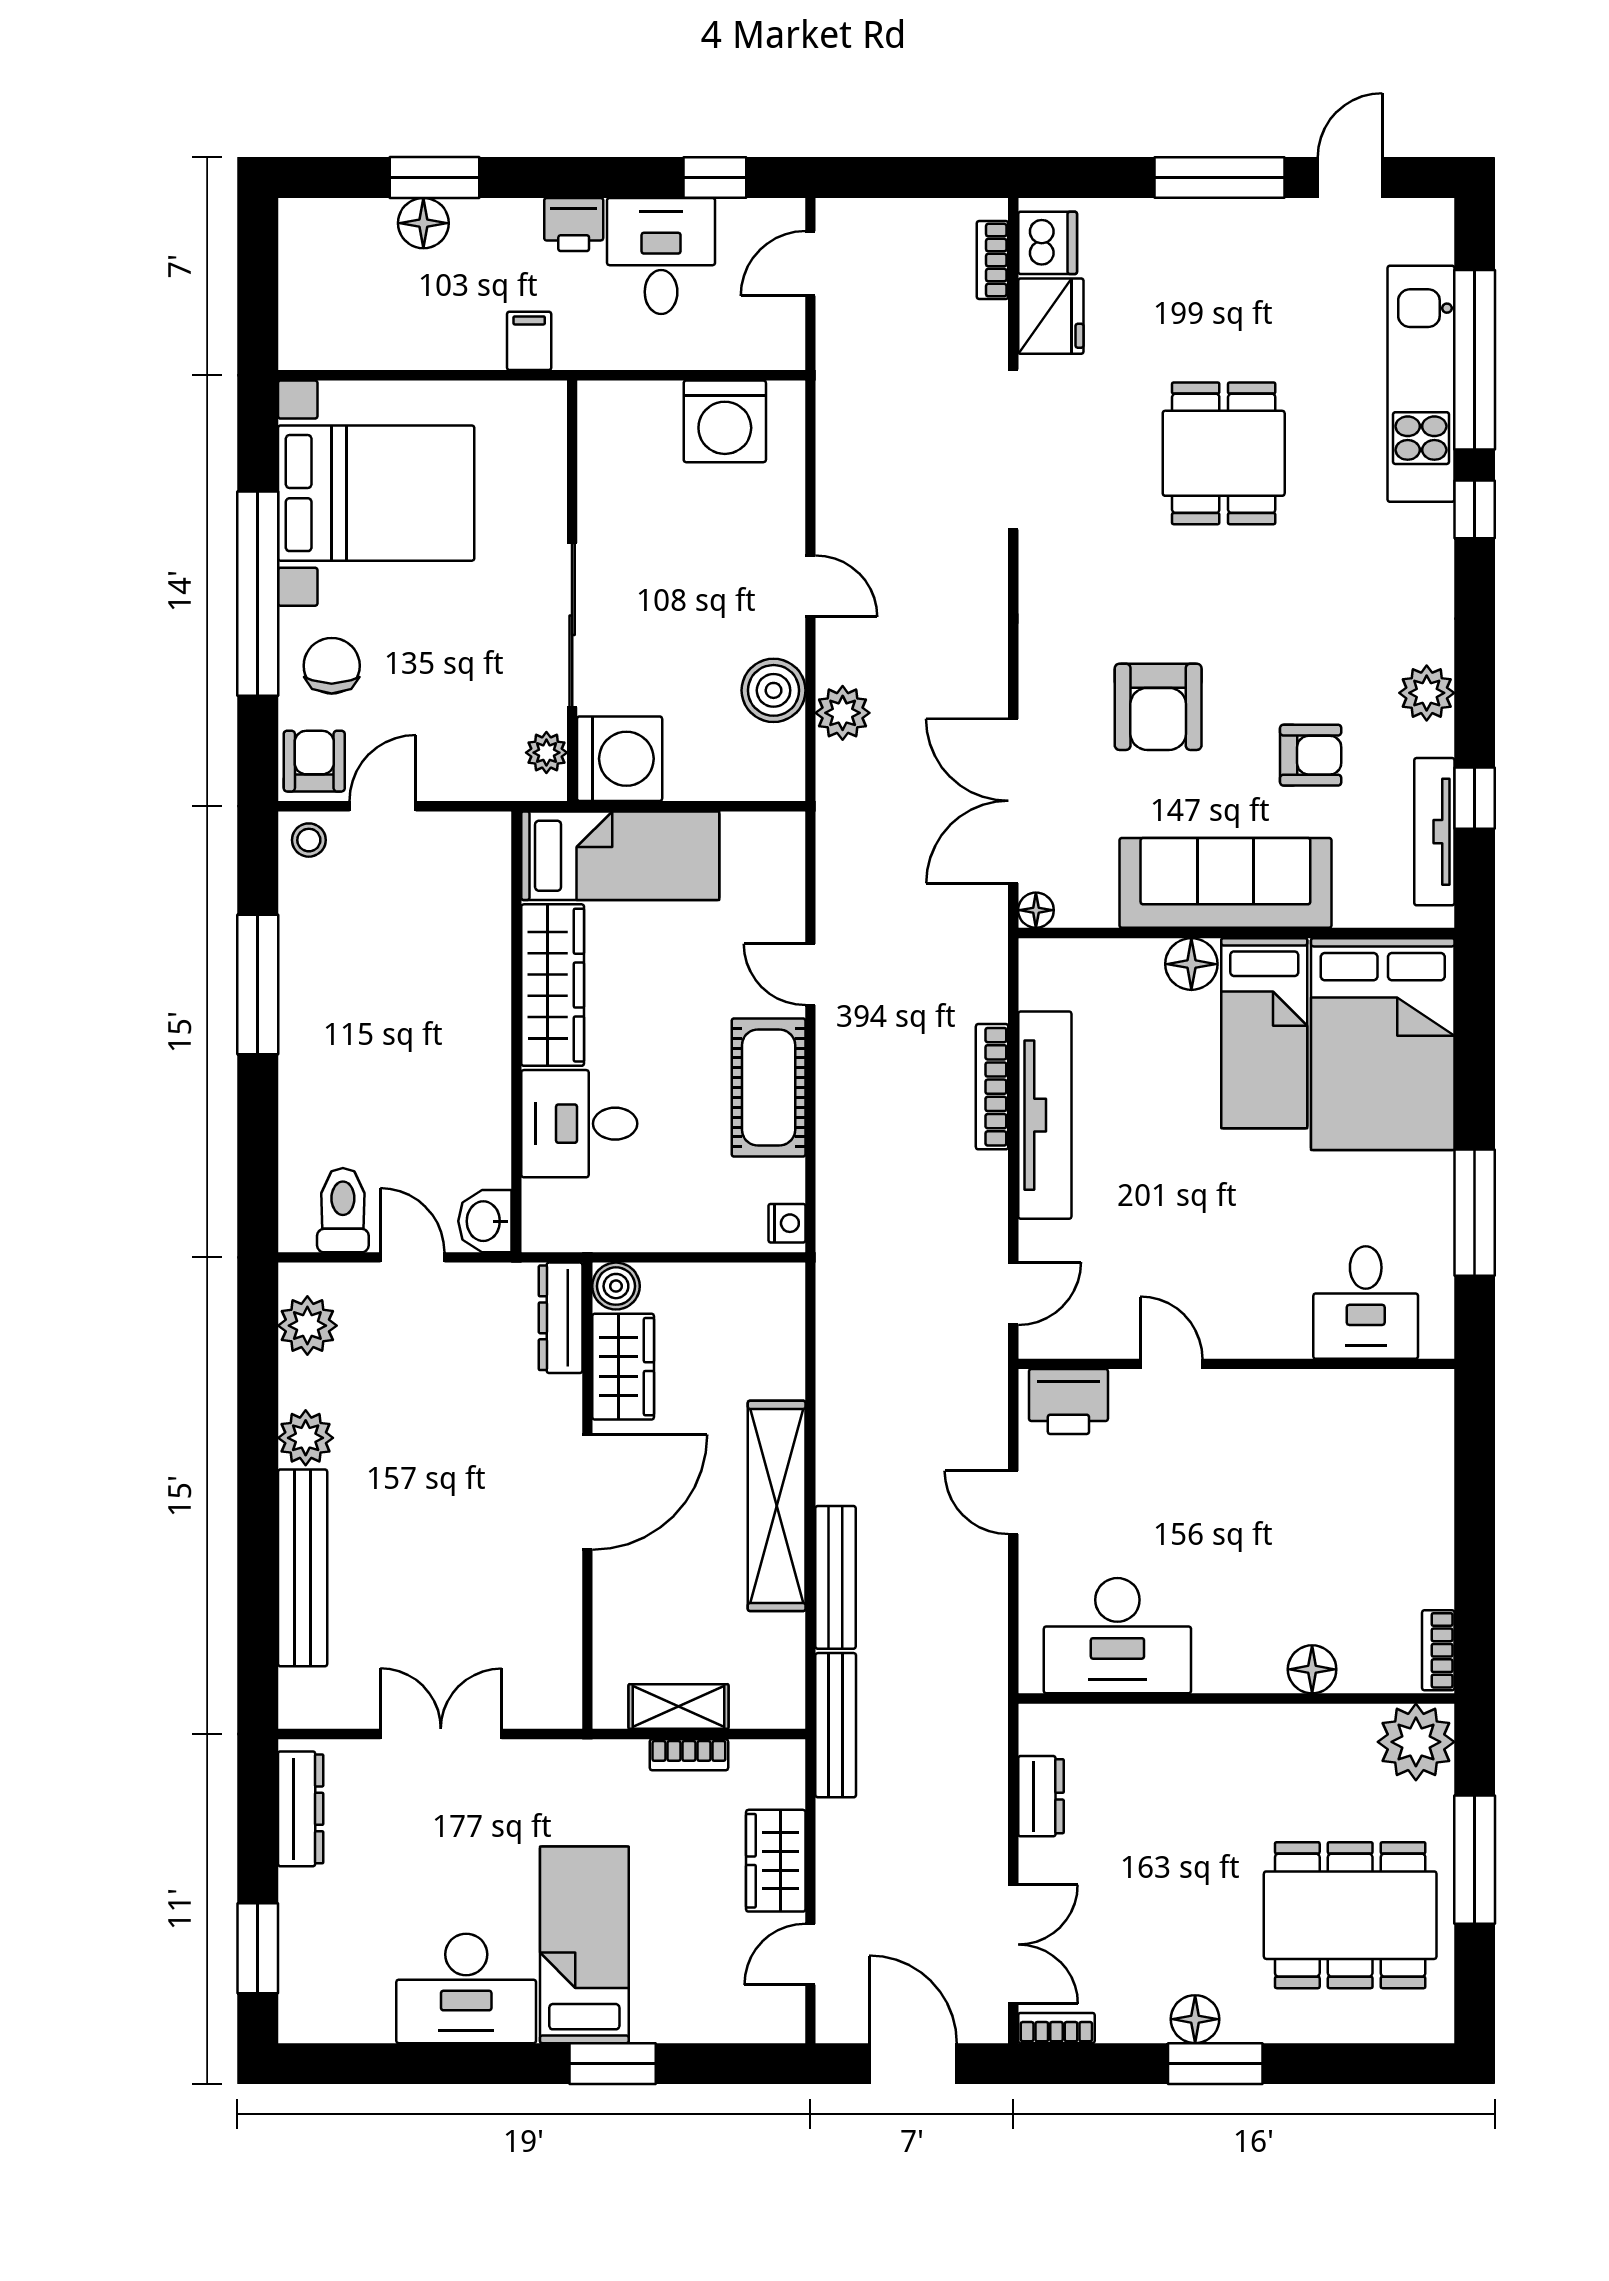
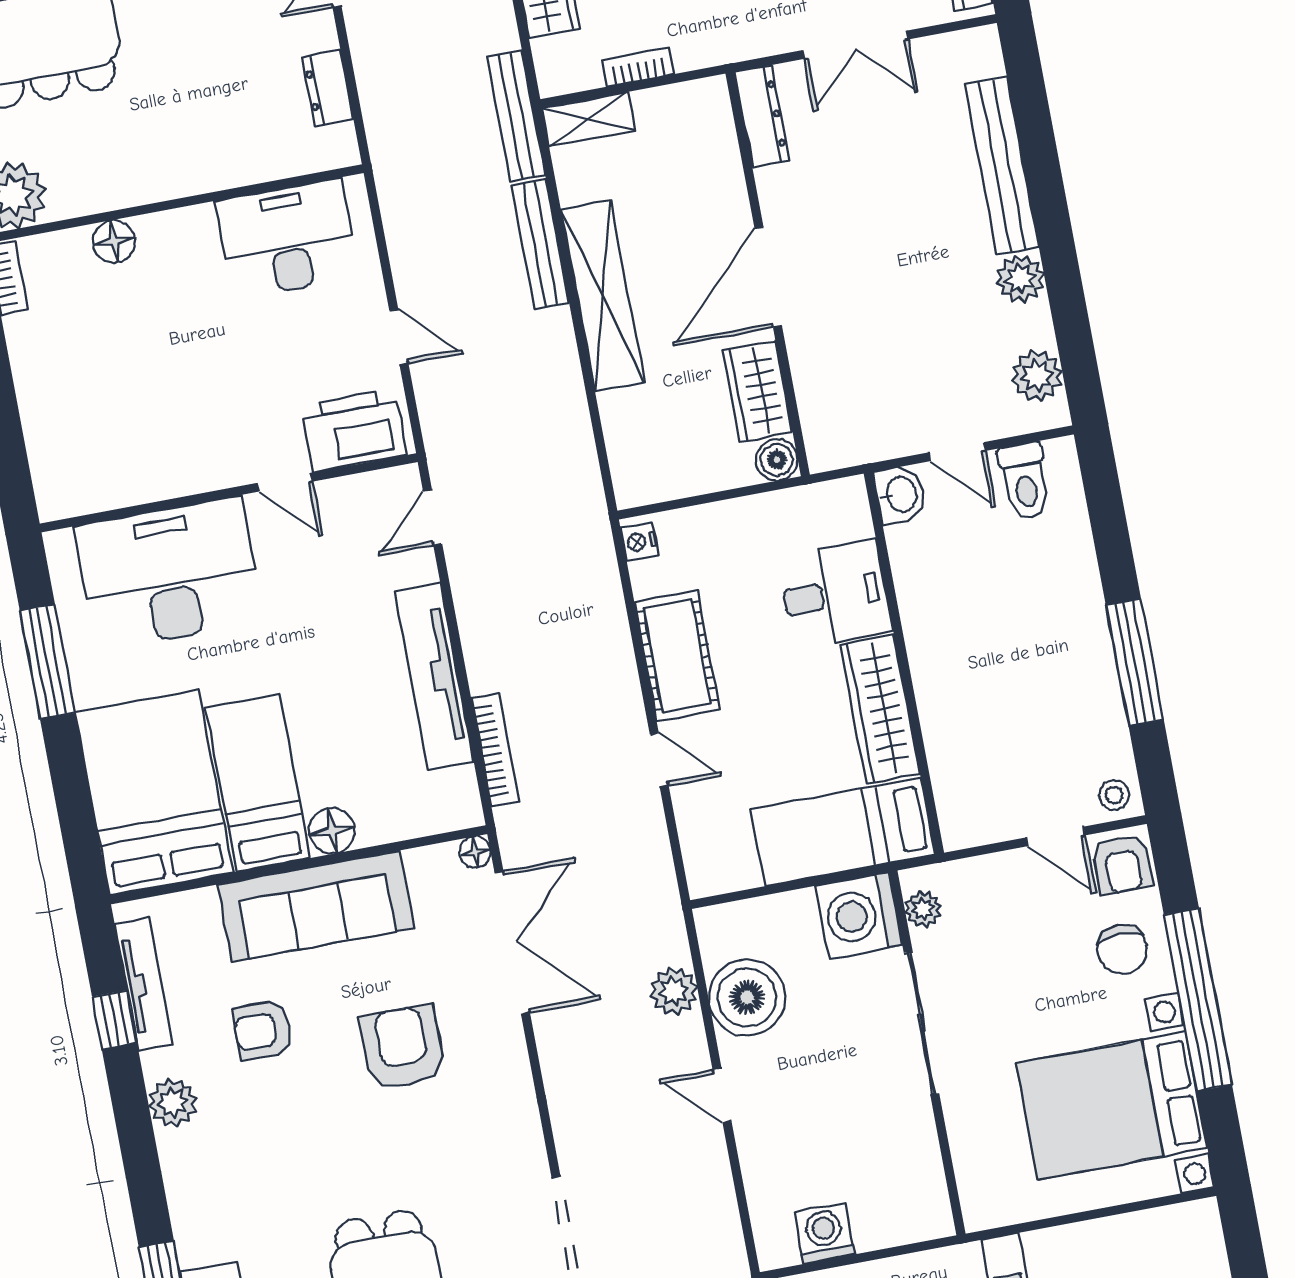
washing machine: (725, 421) -> (824, 1233), width x0.73, depth x0.73
boiler: (774, 690) -> (747, 998), width x1.37, depth x1.37
door: (383, 806) -> (1056, 836), hinge flipped
bookcase: (992, 1087) -> (495, 750), moved
desk: (1366, 1302) -> (169, 574), width x1.87, depth x1.30
dresser: (561, 1318) -> (762, 116), moved
printer: (1068, 1402) -> (354, 430), width x1.37, depth x1.19
shelving: (678, 1706) -> (588, 119), moved

